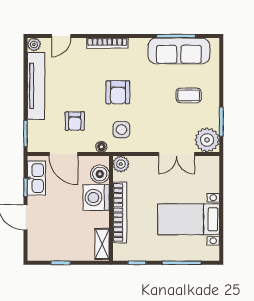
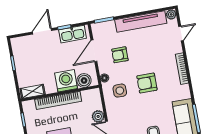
door: (61, 36) -> (181, 33), swing flipped
plant: (121, 164) -> (98, 116), moved

